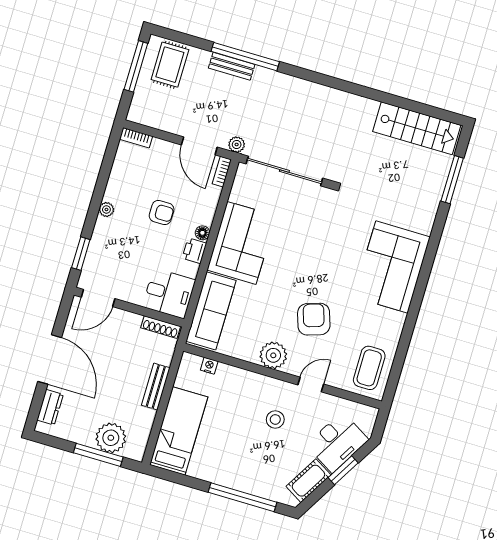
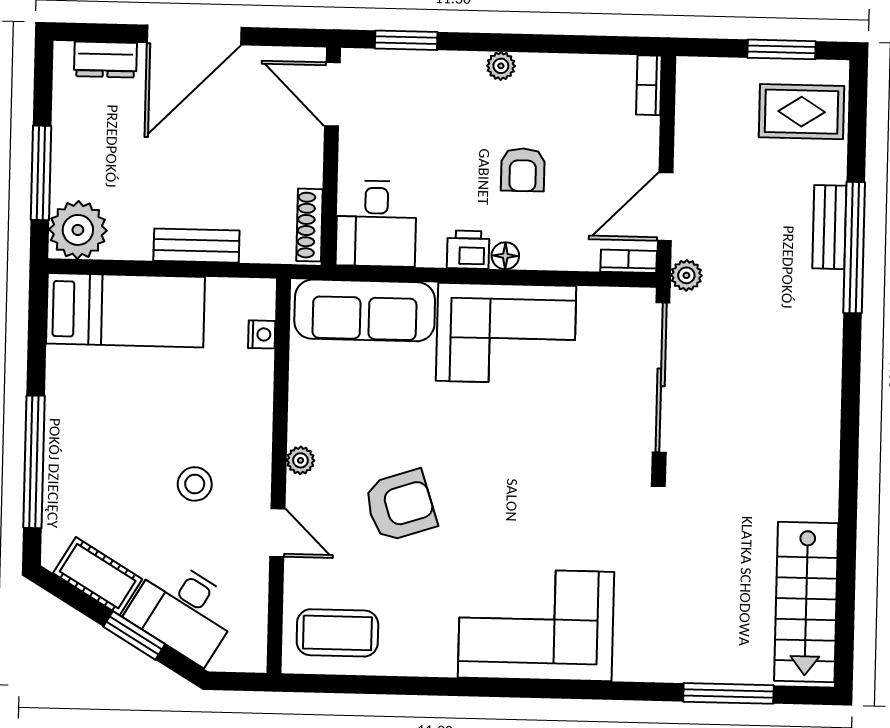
window: (136, 66) -> (782, 49), width x0.69
plant: (273, 355) -> (300, 460), width x0.53, depth x0.53
plant: (111, 438) -> (78, 230), moved

